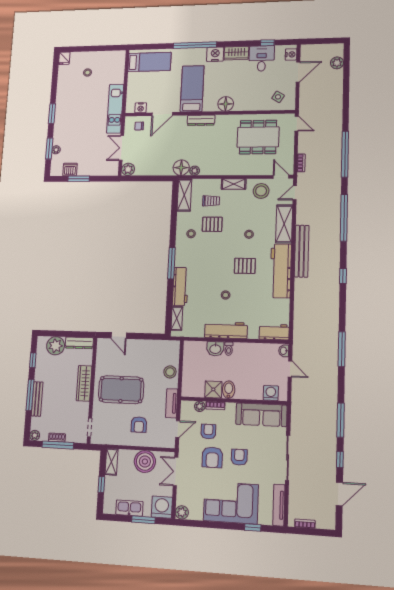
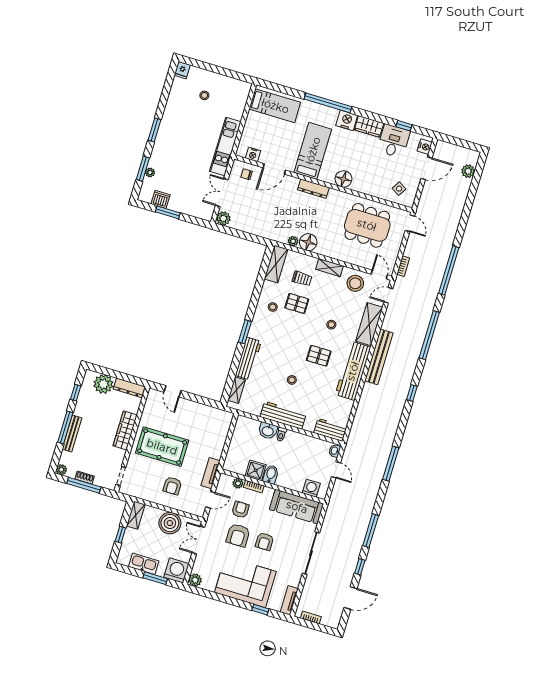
floor lamp: (181, 168) -> (308, 242), moved
window: (171, 263) -> (245, 332), width x0.69
stool: (170, 372) -> (216, 442), removed
armchair: (239, 457) -> (264, 541), turned 180
tv unit: (279, 505) -> (289, 600), width x0.71

